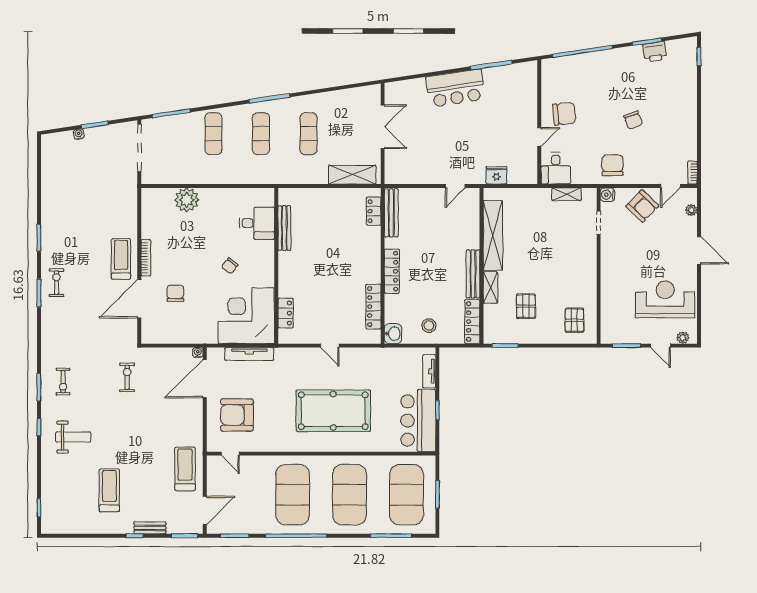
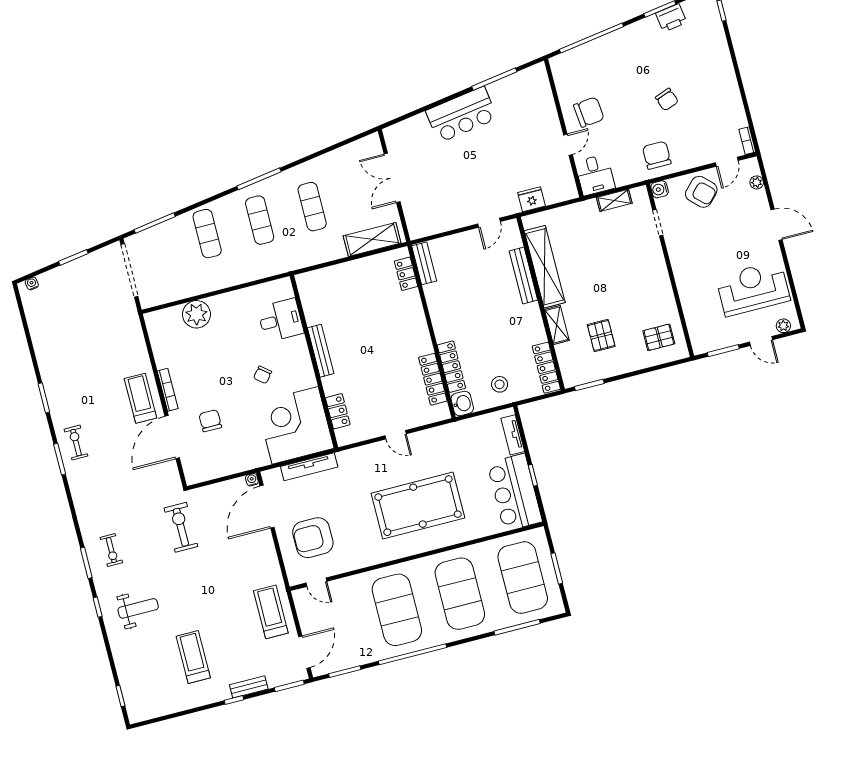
double door: (383, 127) -> (392, 178), swing flipped
water cooler: (79, 134) -> (32, 284), moved
bench: (391, 213) -> (424, 263), width x0.73
bench: (284, 228) -> (321, 351), moved
locker: (392, 271) -> (451, 367), moved
bench: (473, 274) -> (523, 276), moved
pallet: (574, 320) -> (659, 337), turned 90
exercise bike: (127, 377) -> (181, 527), width x1.38, depth x1.39

